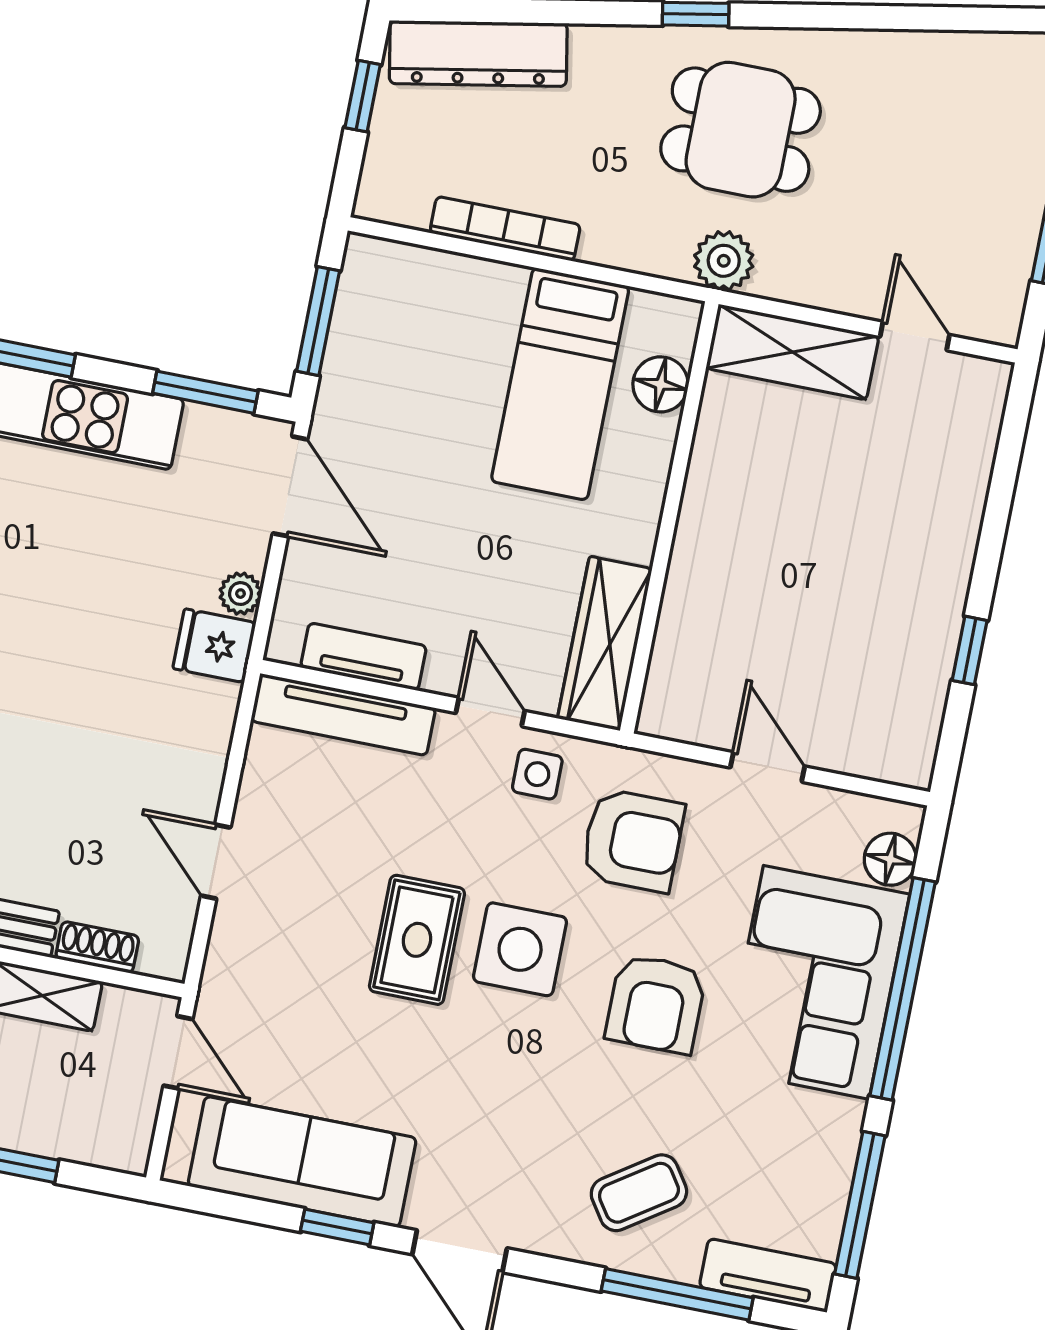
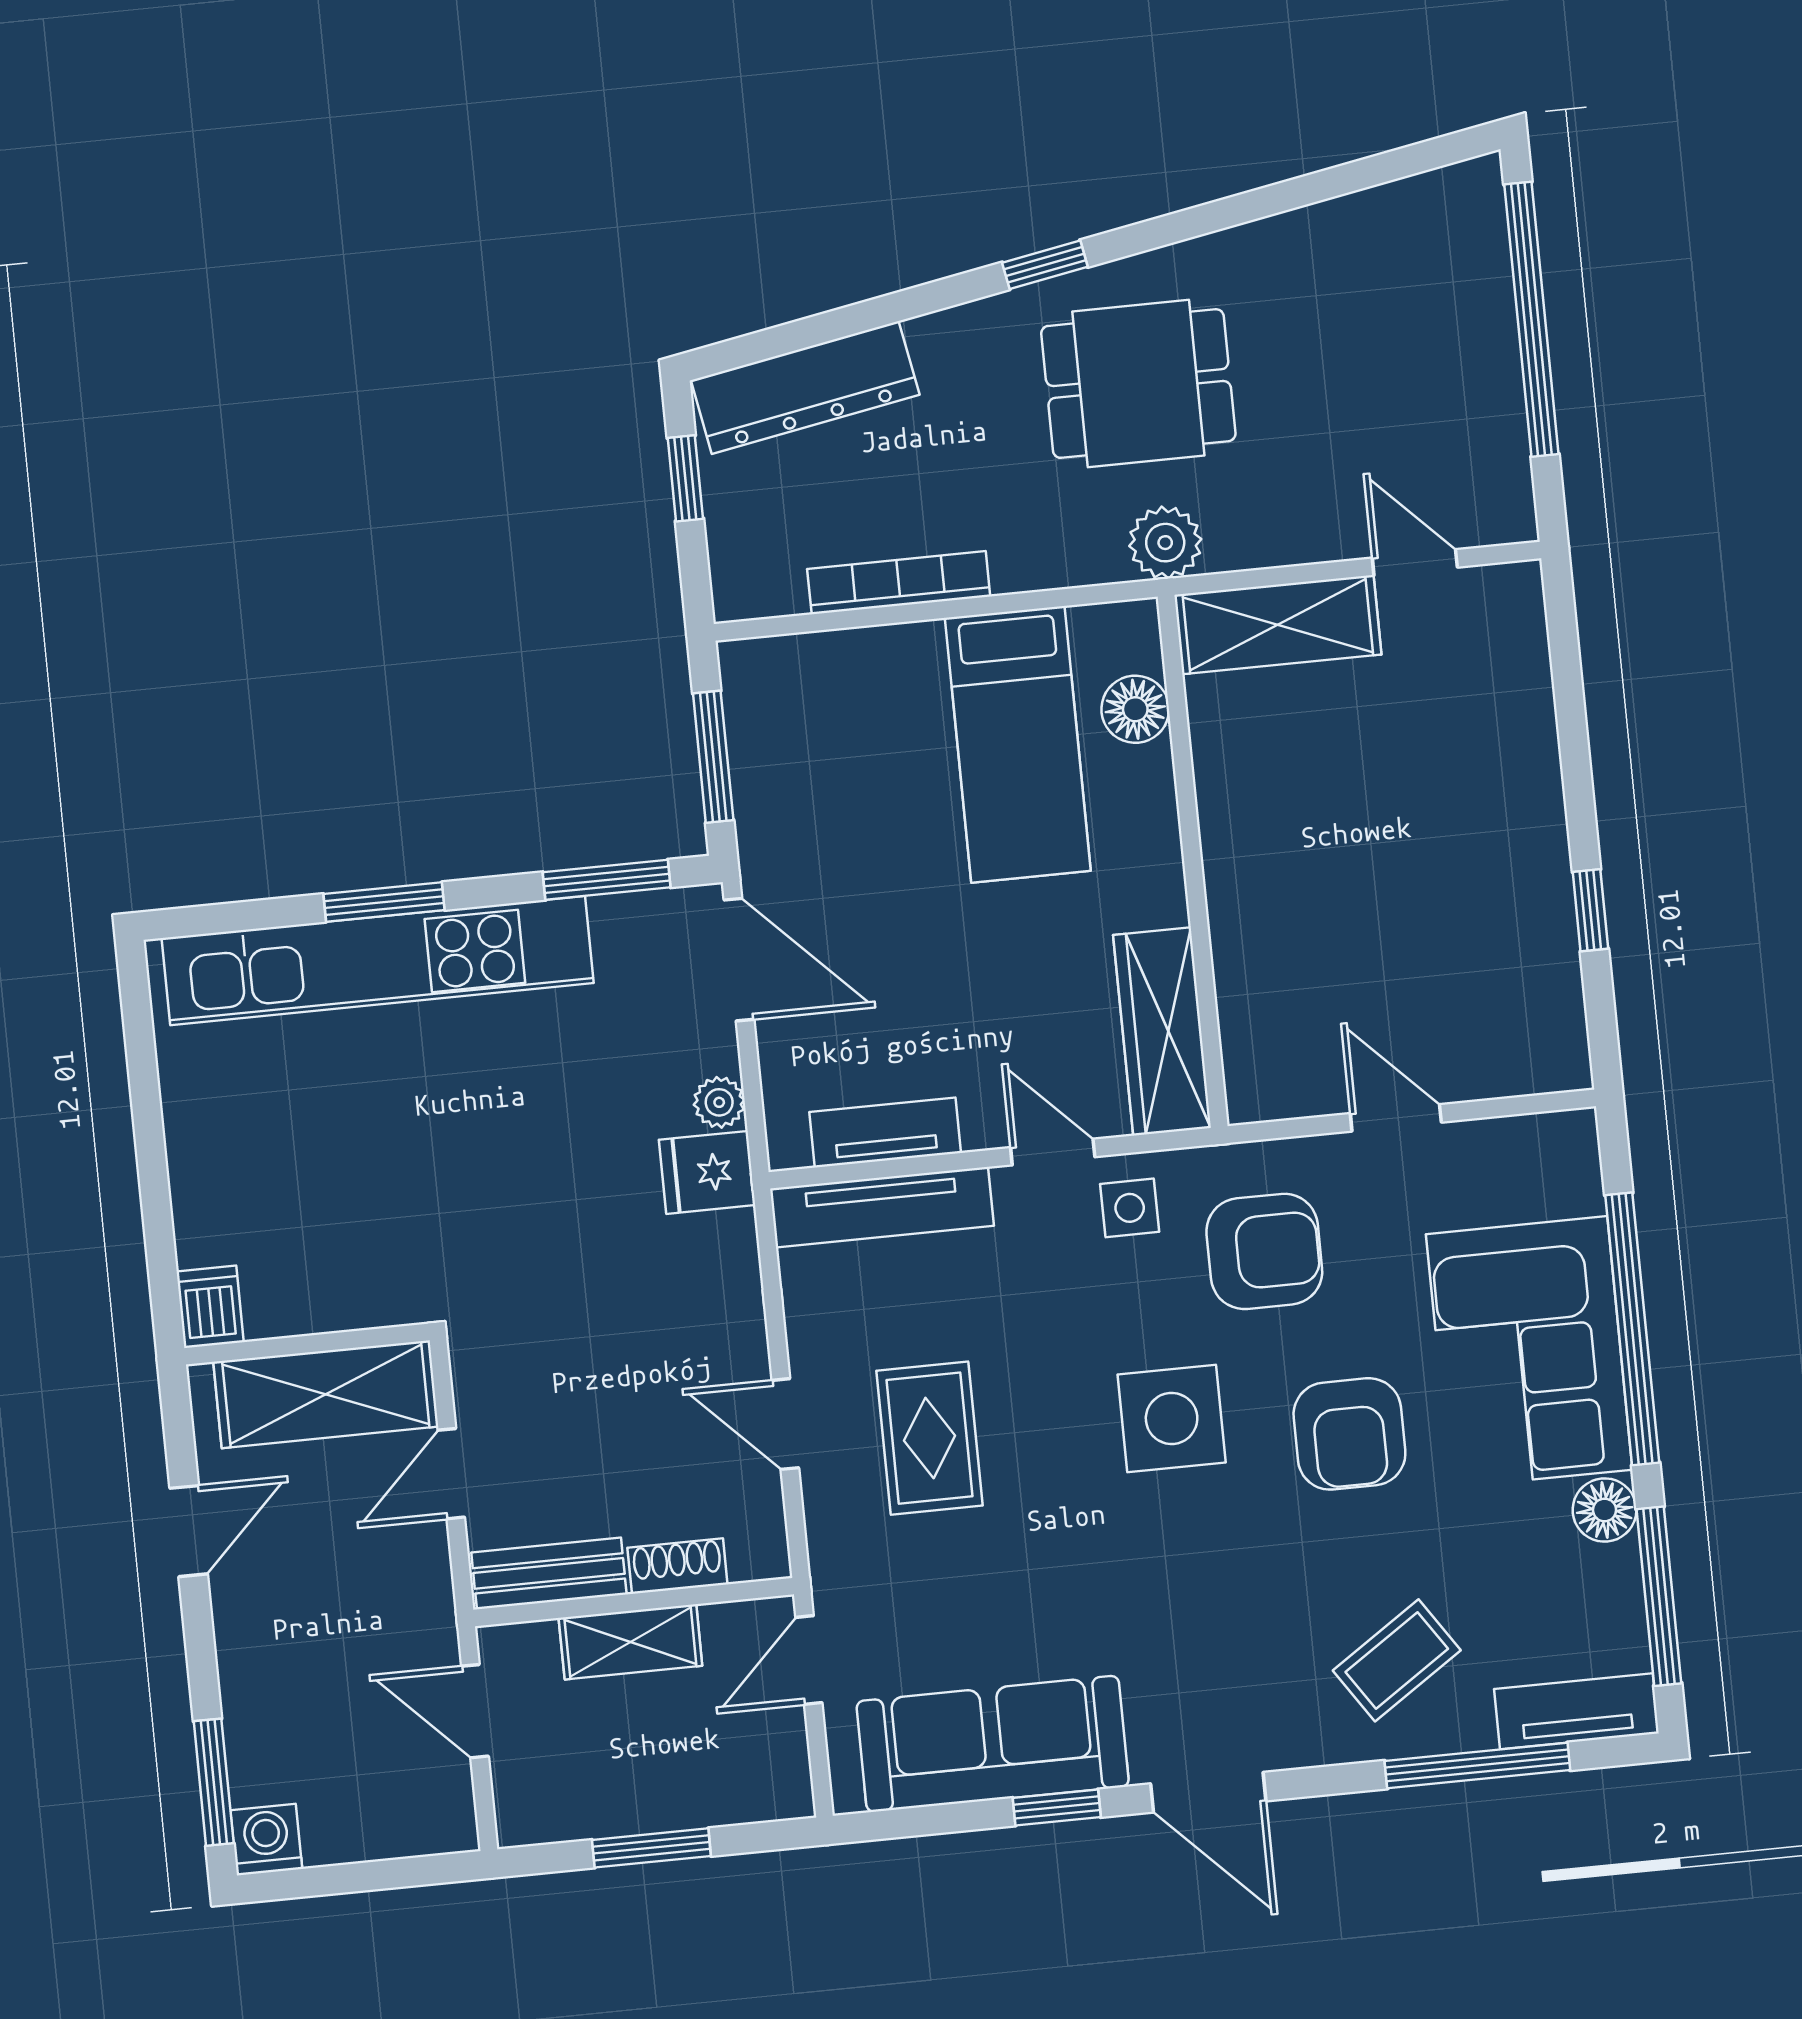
floor lamp: (890, 859) -> (1605, 1510), moved
rug: (417, 940) -> (929, 1438), moved
door: (178, 1052) -> (809, 1660), swing flipped

